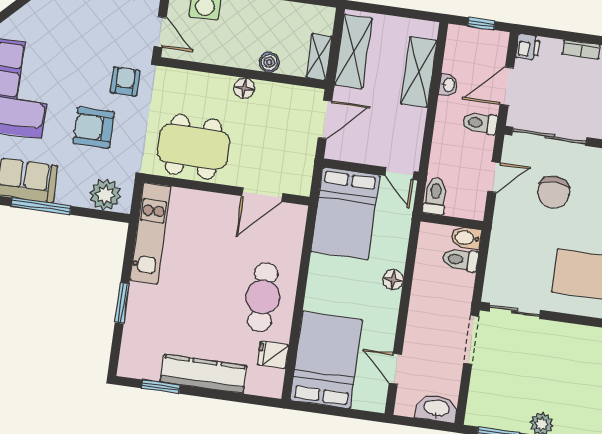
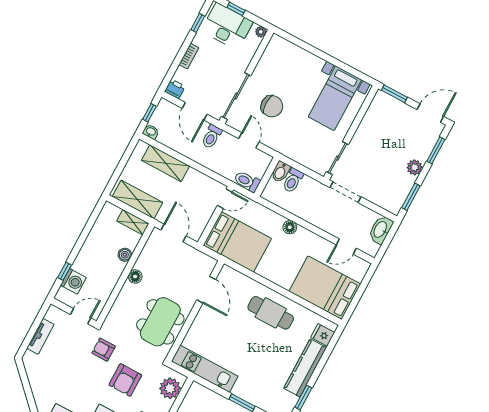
washbasin: (448, 85) -> (151, 132), moved
fridge: (273, 355) -> (323, 335), moved, turned 90

